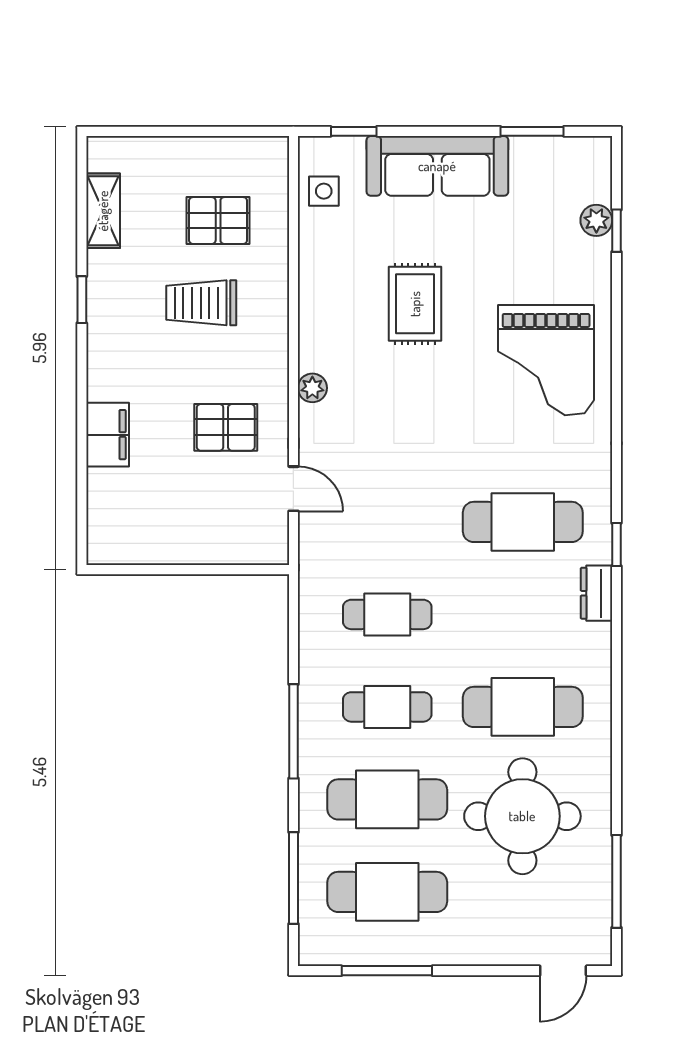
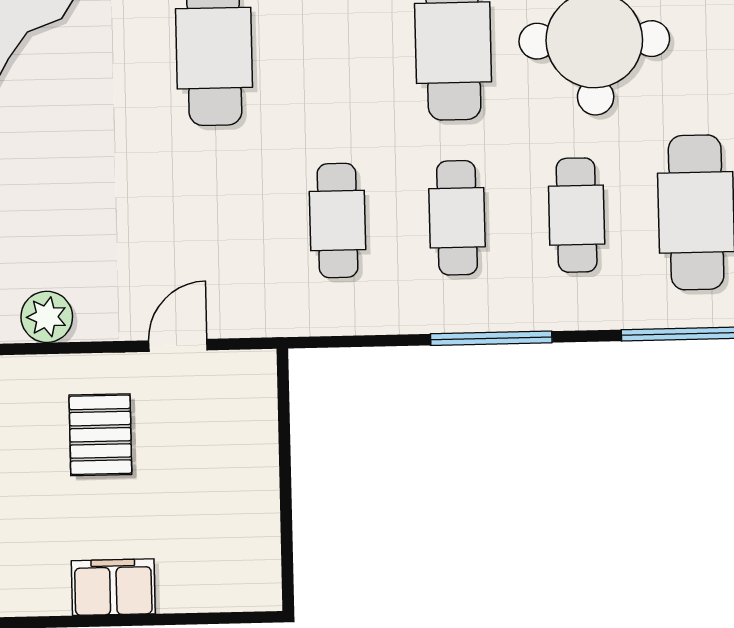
plant: (312, 388) -> (47, 317), width x1.38, depth x1.38
cafe table: (387, 799) -> (577, 215), width x0.73, depth x0.74

